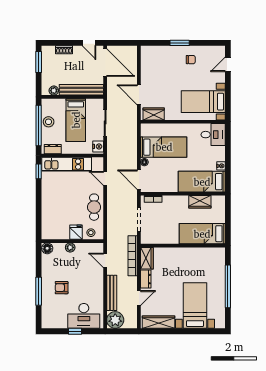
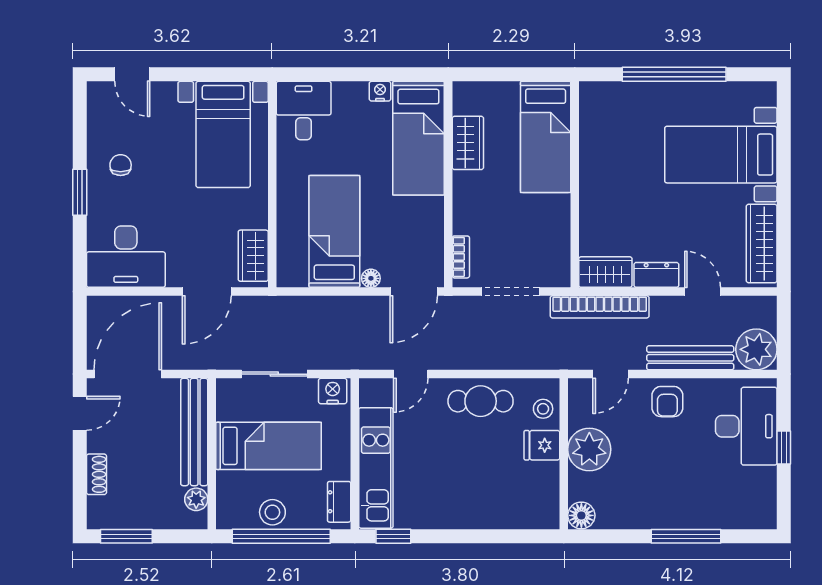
desk: (153, 62) -> (126, 257), added
plant: (70, 247) -> (589, 449), width x1.88, depth x1.88
armchair: (62, 288) -> (667, 402), moved

